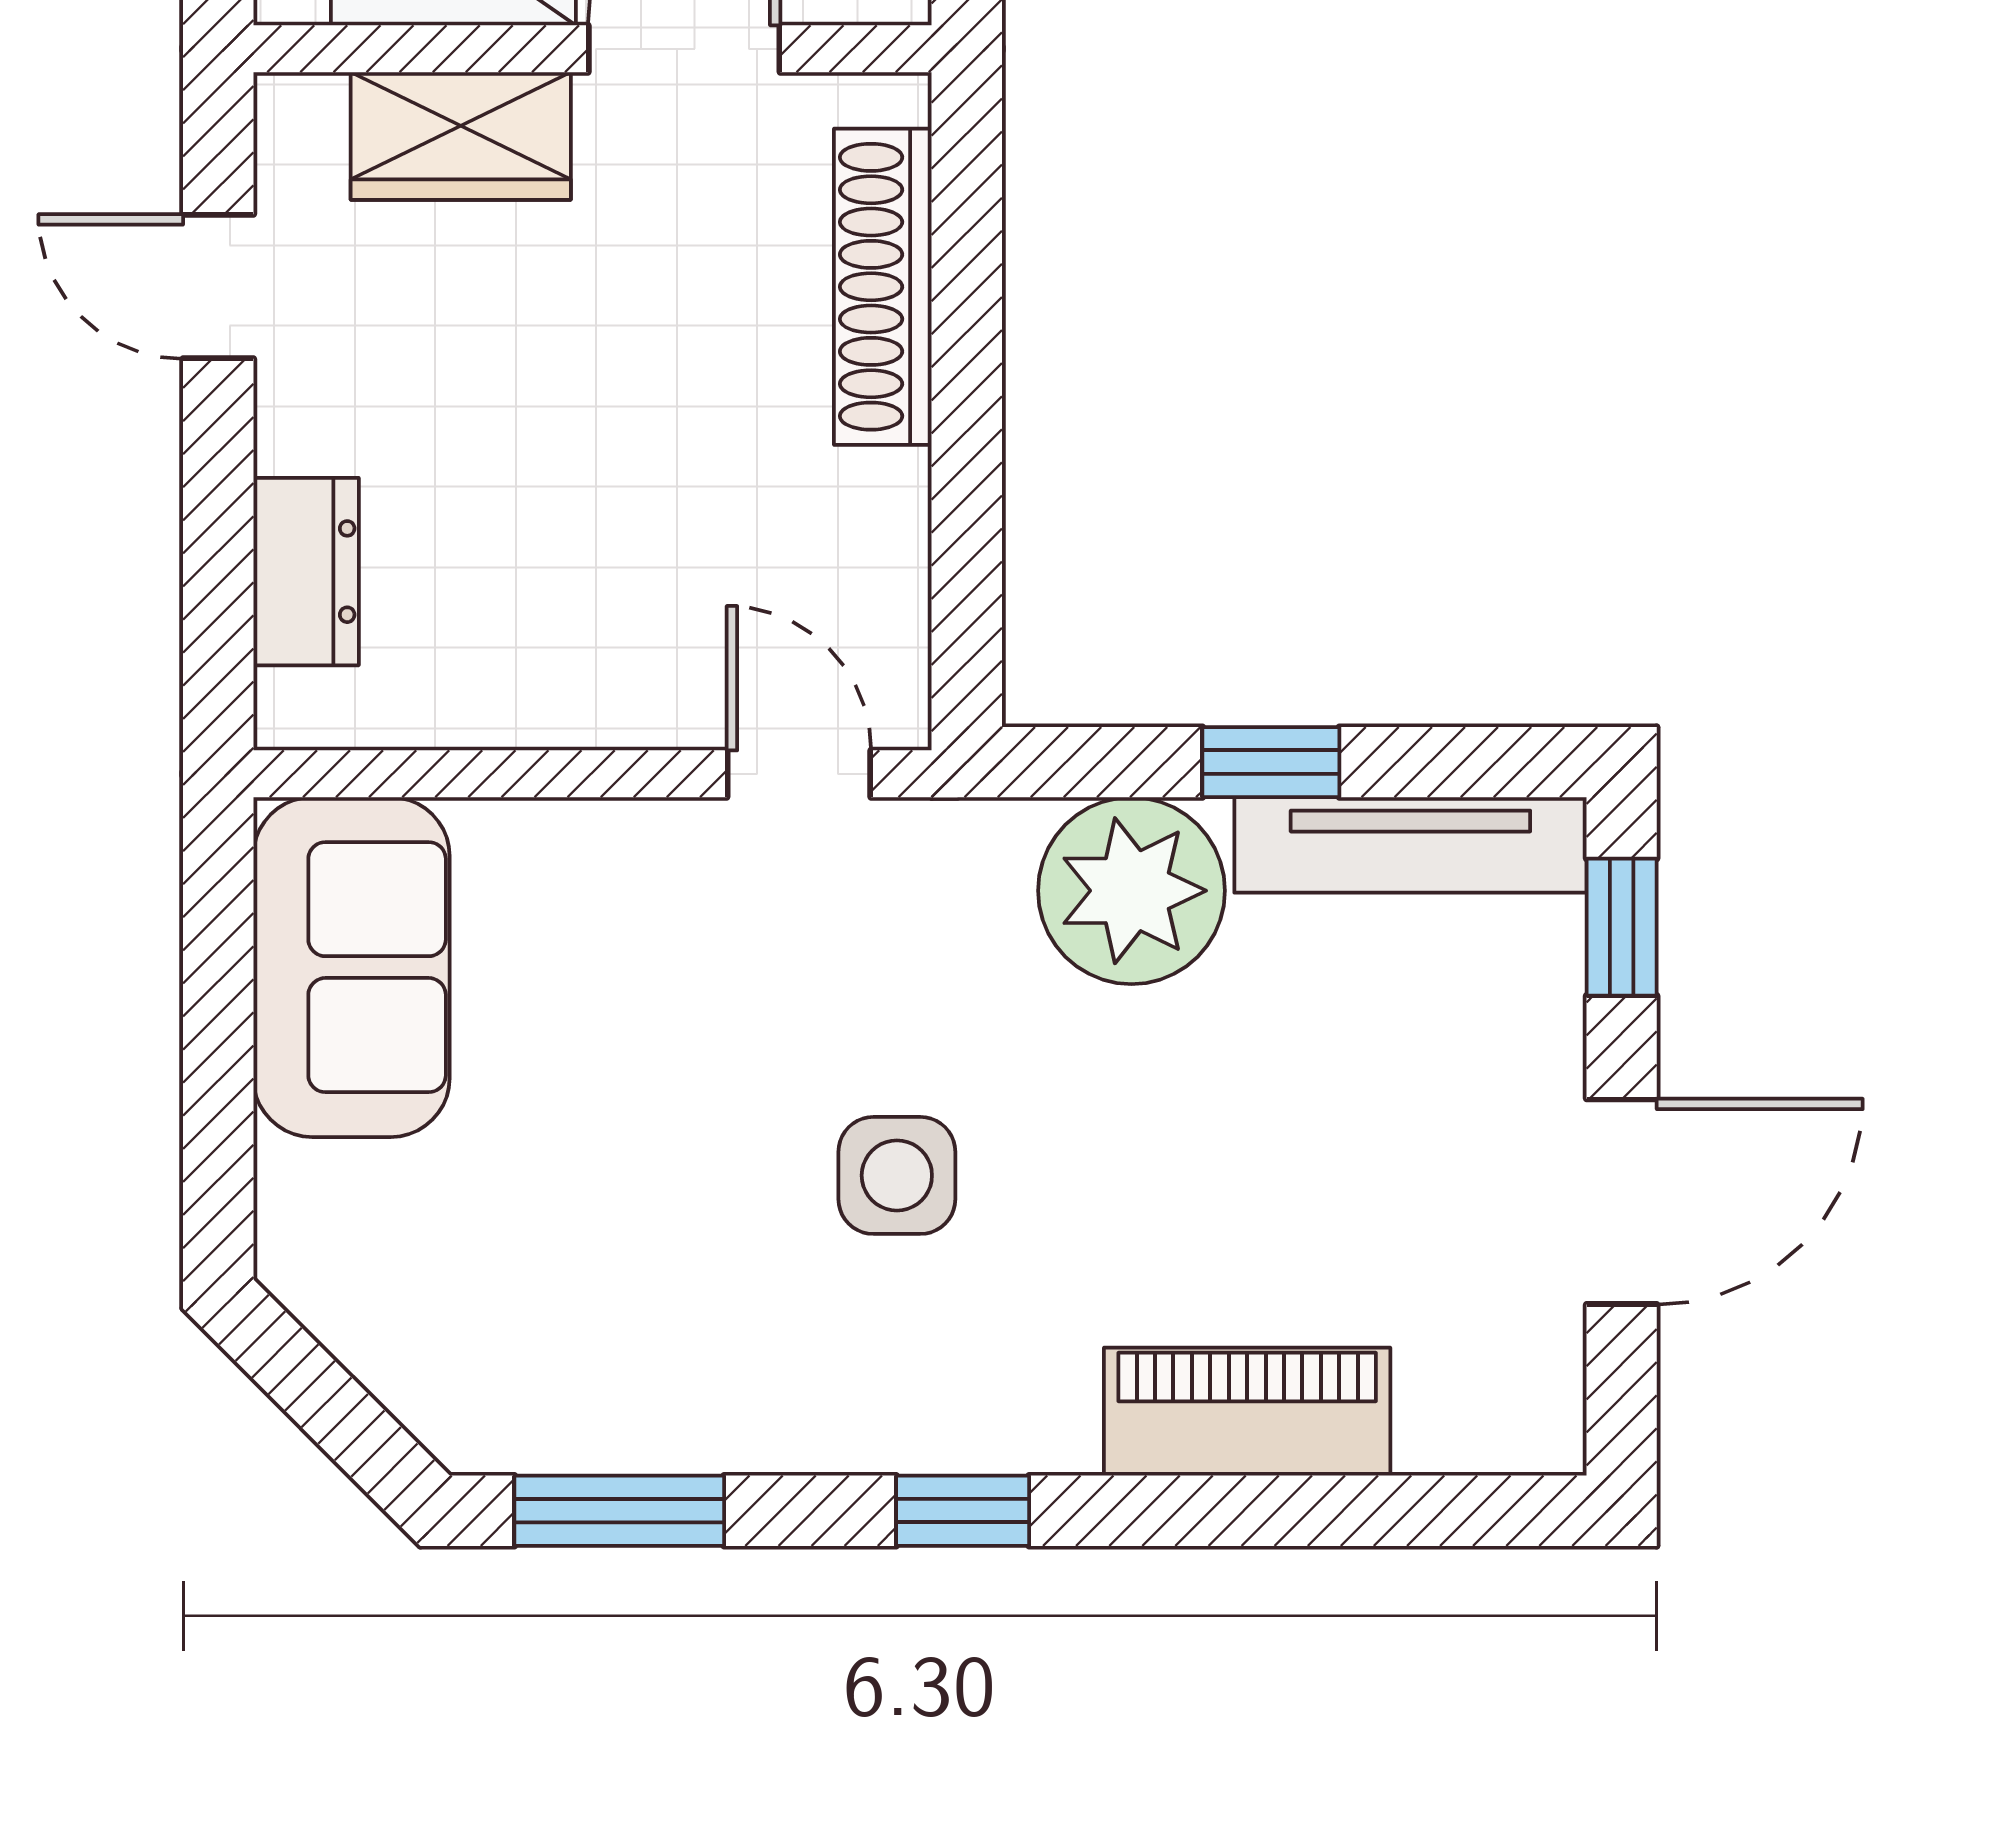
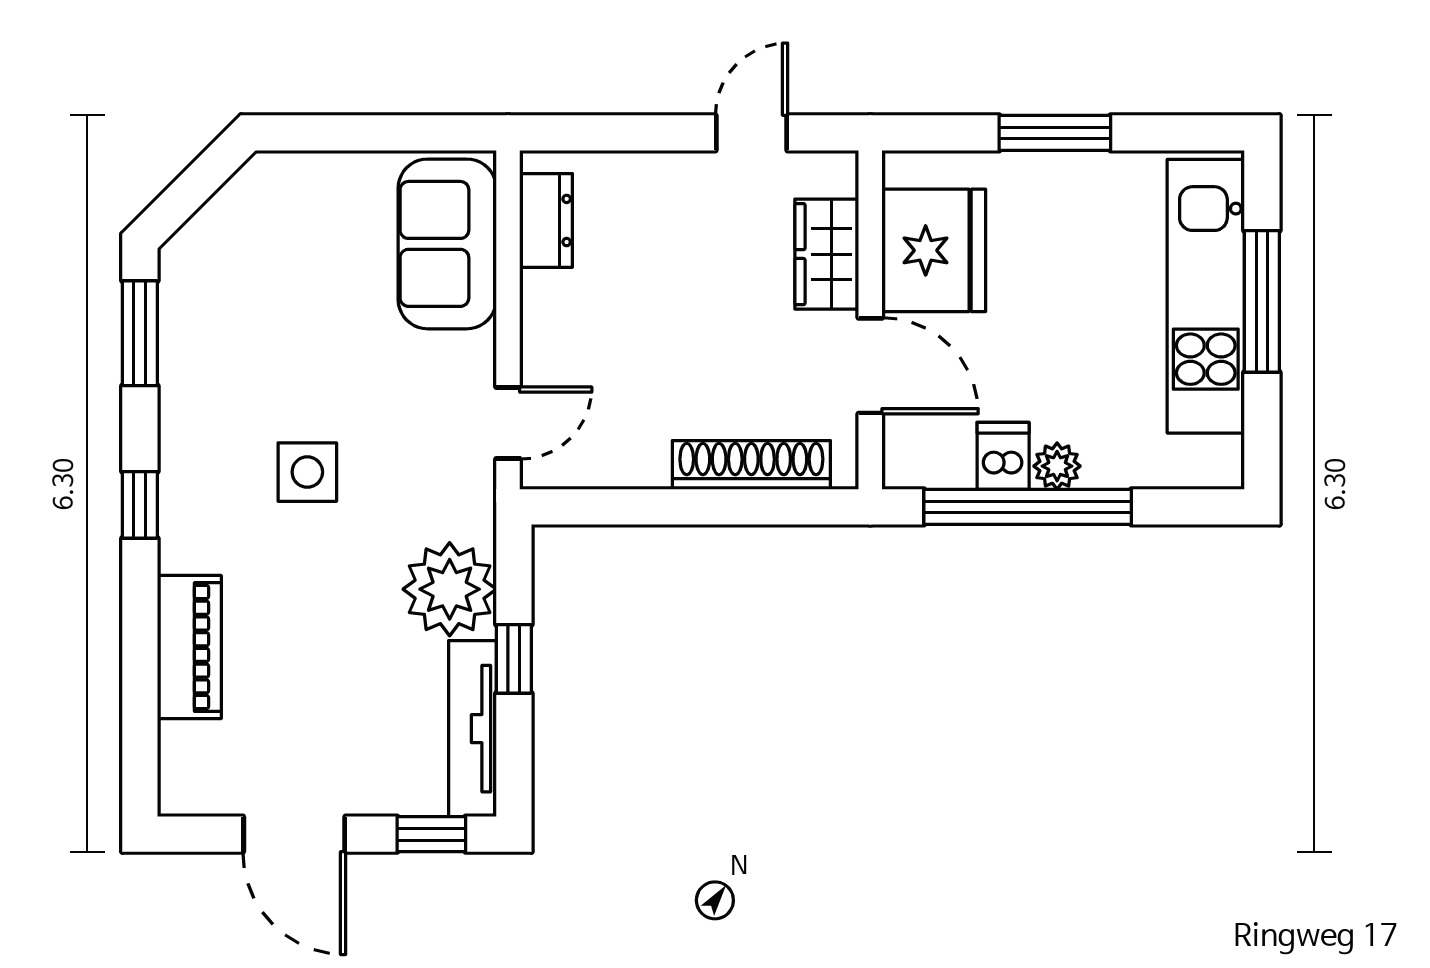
dresser: (306, 572) -> (546, 220), moved, turned -90
sofa: (351, 967) -> (447, 244), moved, turned 90

